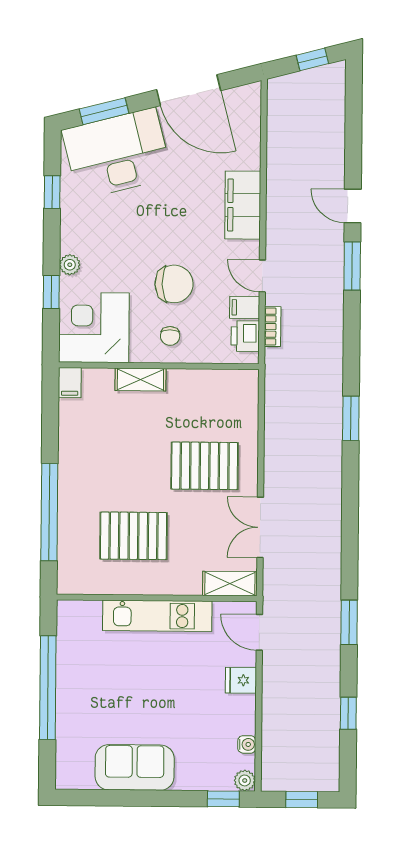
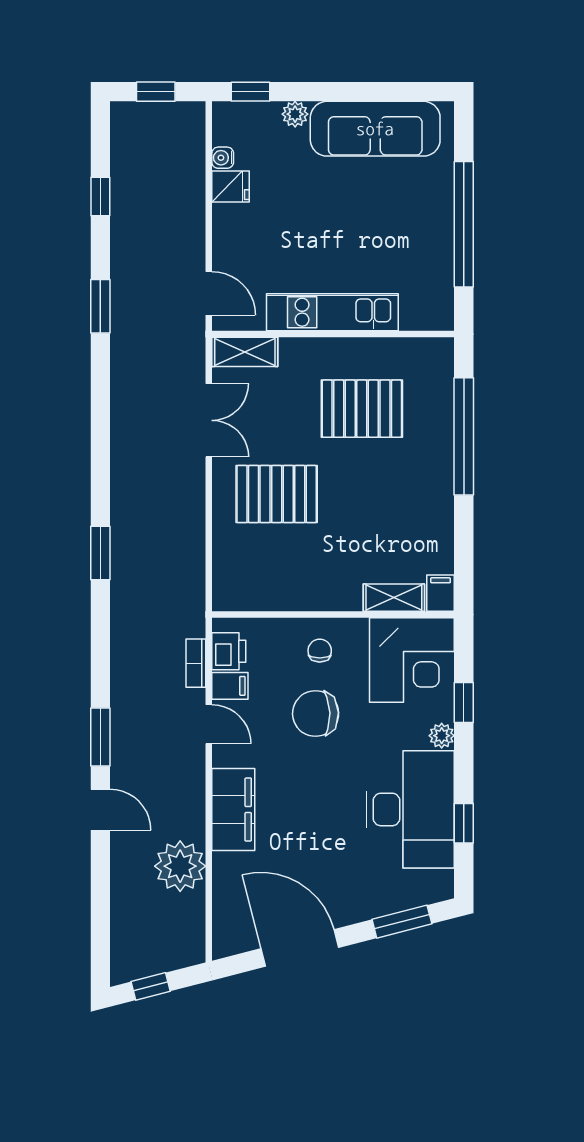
desk: (117, 154) -> (410, 809), moved, turned -76
plant: (287, 159) -> (180, 866), added
shelving: (140, 380) -> (394, 598), moved
fridge: (241, 680) -> (230, 187), moved
sofa: (135, 767) -> (375, 129), width x1.36
plant: (245, 780) -> (295, 114), moved

